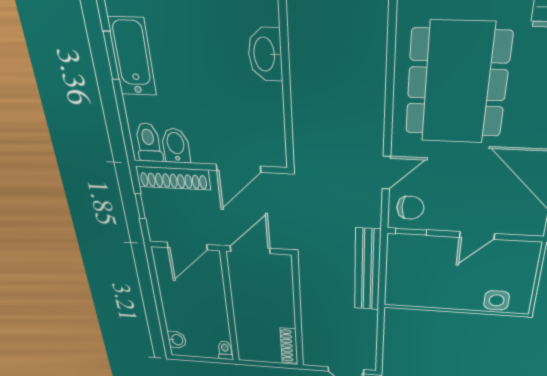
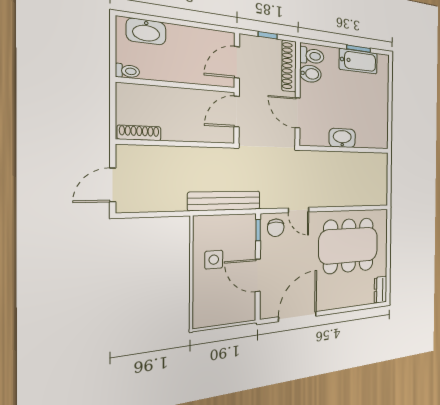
washbasin: (265, 54) -> (342, 138), moved
door: (477, 235) -> (258, 275), width x1.37
door: (187, 246) -> (237, 62), hinge flipped
door: (250, 250) -> (237, 112), swing flipped
side table: (497, 300) -> (214, 260), moved
washbasin: (177, 340) -> (146, 32), width x1.91, depth x1.45

